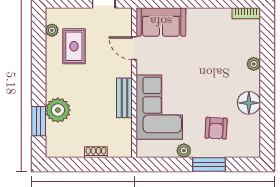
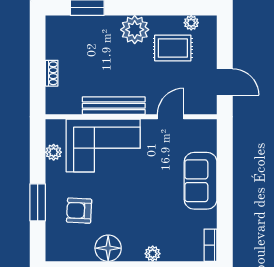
sofa: (161, 22) -> (201, 181), moved
bench: (124, 98) -> (114, 106), width x1.36
plant: (58, 110) -> (135, 30), moved
plant: (184, 151) -> (54, 152), moved

